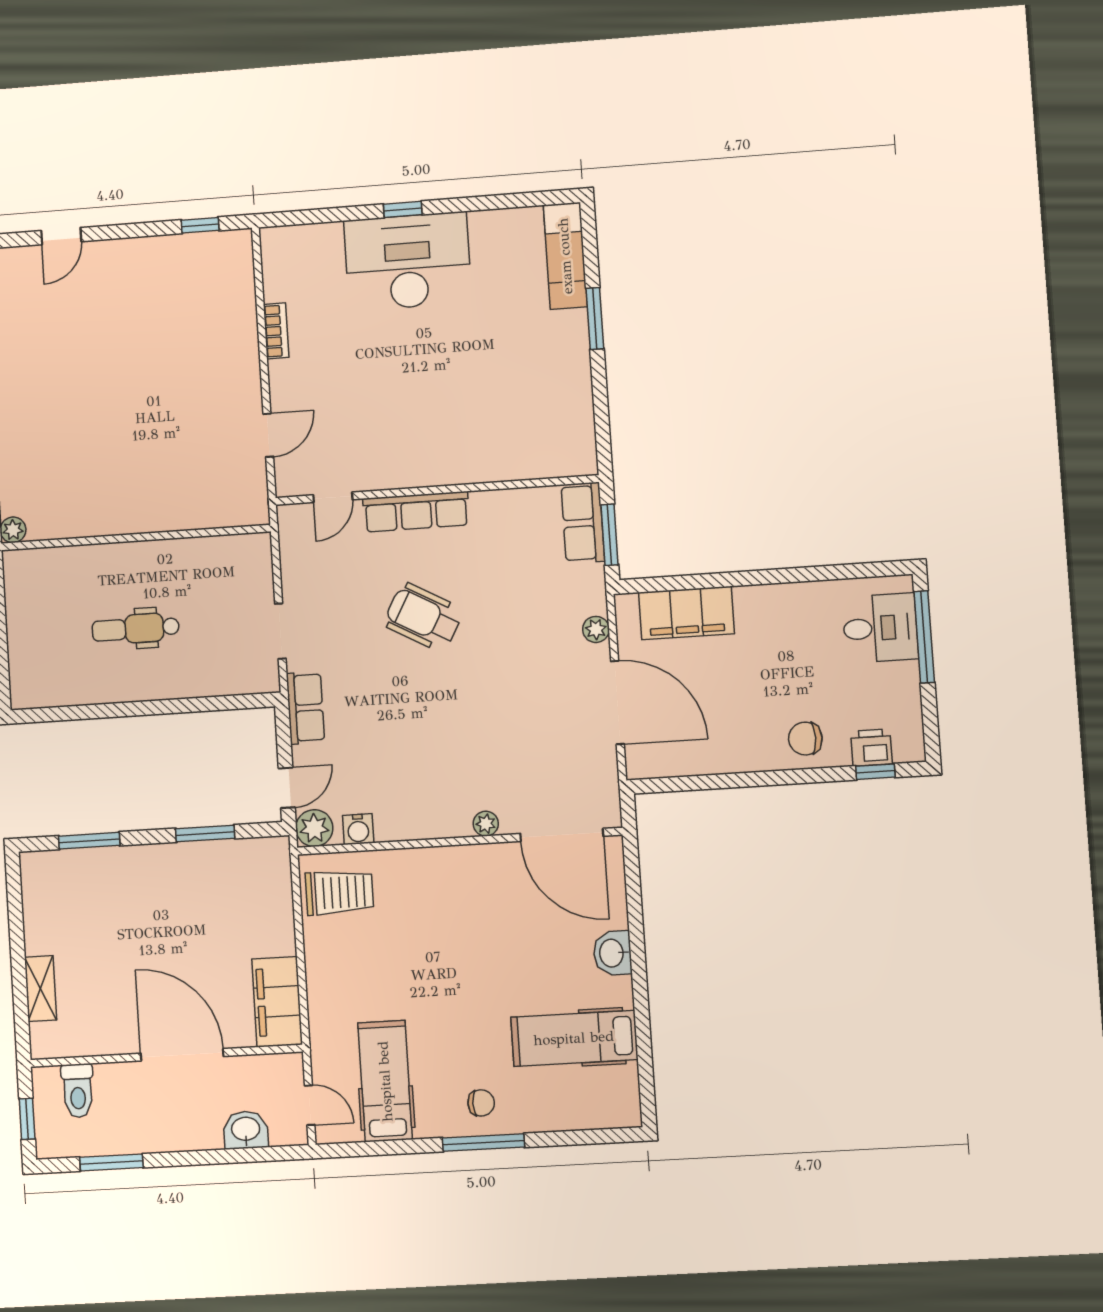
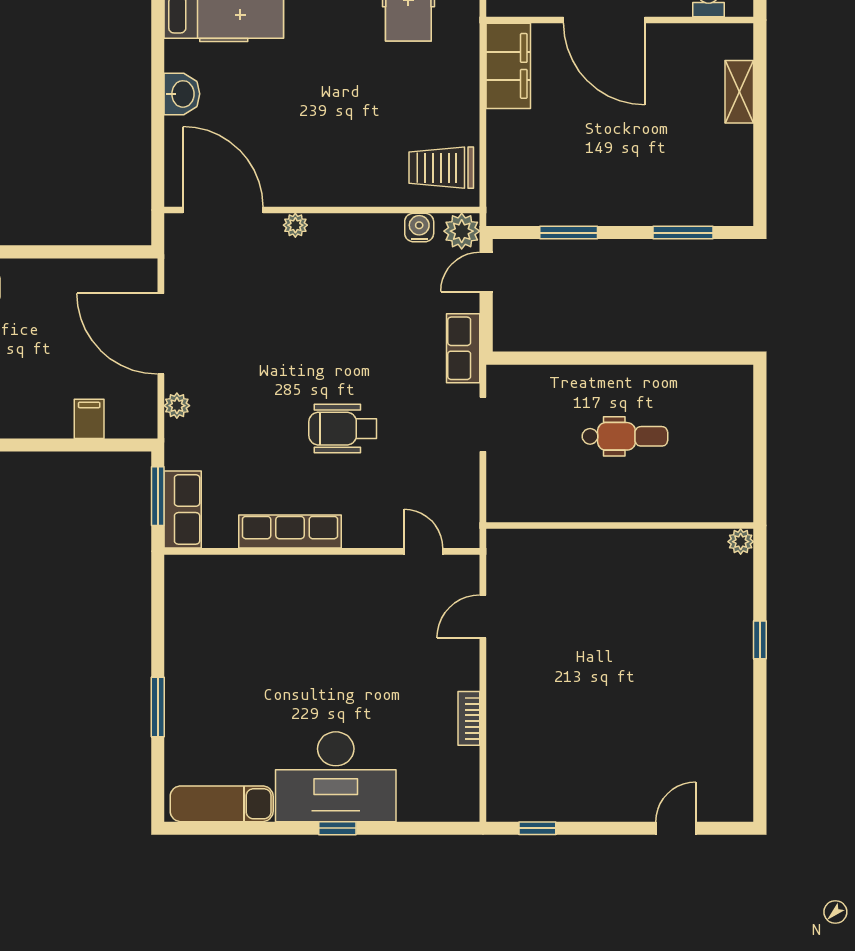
exam couch: (565, 256) -> (222, 804), moved, turned -90
door: (333, 497) -> (424, 551), hinge flipped
row of seats: (416, 512) -> (290, 532), moved
filing cabinet: (686, 613) -> (89, 419), width x0.33, depth x0.86
wheelchair: (423, 617) -> (343, 429), turned 151

